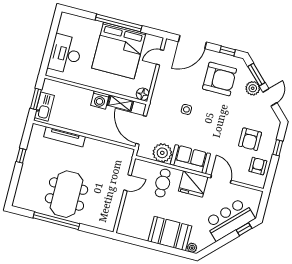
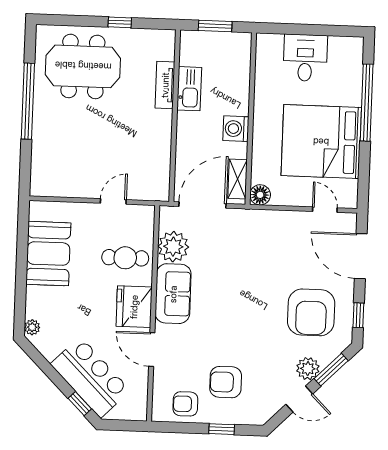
window: (119, 23) -> (367, 103), moved
desk: (65, 54) -> (305, 58), width x0.73
shelving: (120, 103) -> (237, 179), moved
kitchen sink: (44, 107) -> (189, 89), moved, turned -90
side table: (186, 109) -> (251, 270), removed
tv unit: (65, 137) -> (165, 85), width x0.71
armchair: (258, 166) -> (185, 404), turned 180
door: (221, 179) -> (152, 349), swing flipped
door: (127, 183) -> (113, 201), swing flipped
meeting table: (67, 194) -> (83, 66), moved
booth: (170, 234) -> (48, 254), moved

